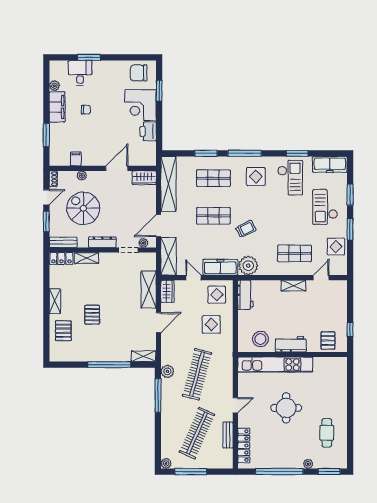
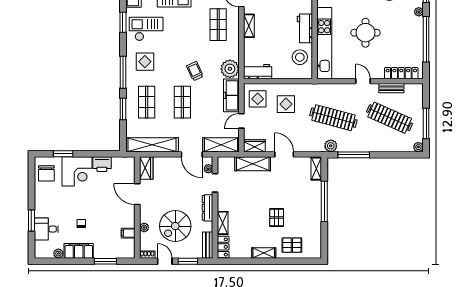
pallet: (92, 315) -> (277, 218), turned 90

